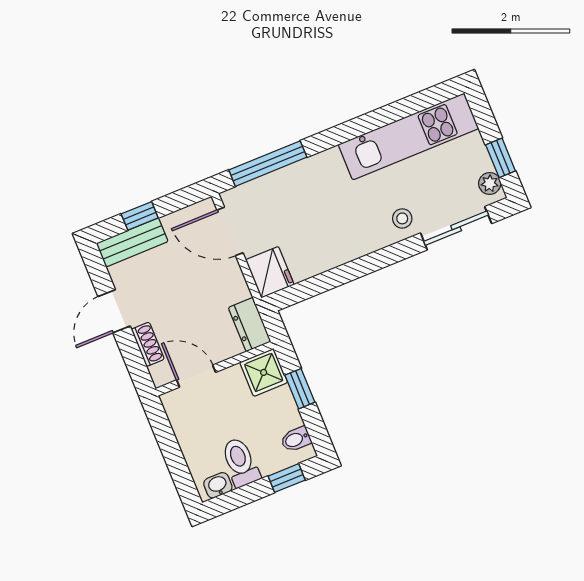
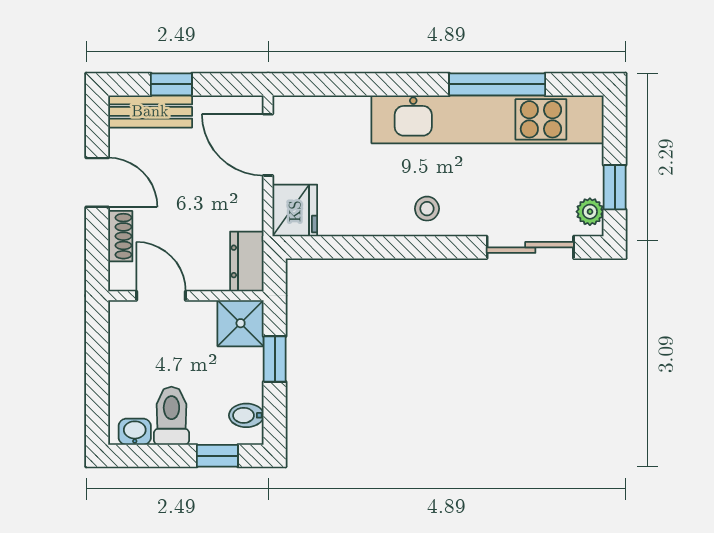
kitchen unit: (408, 136) -> (488, 119), width x1.36
window: (268, 164) -> (497, 84), moved
stool: (402, 218) -> (427, 209), moved
door: (114, 311) -> (97, 182), swing flipped

